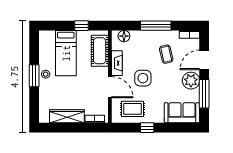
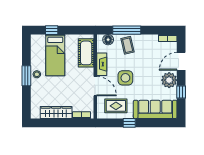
window: (82, 26) -> (52, 30), moved
window: (156, 26) -> (127, 30), moved
coffee table: (166, 54) -> (128, 45), moved
window: (204, 94) -> (181, 92), width x0.46
sofa: (182, 113) -> (155, 109), width x1.36

